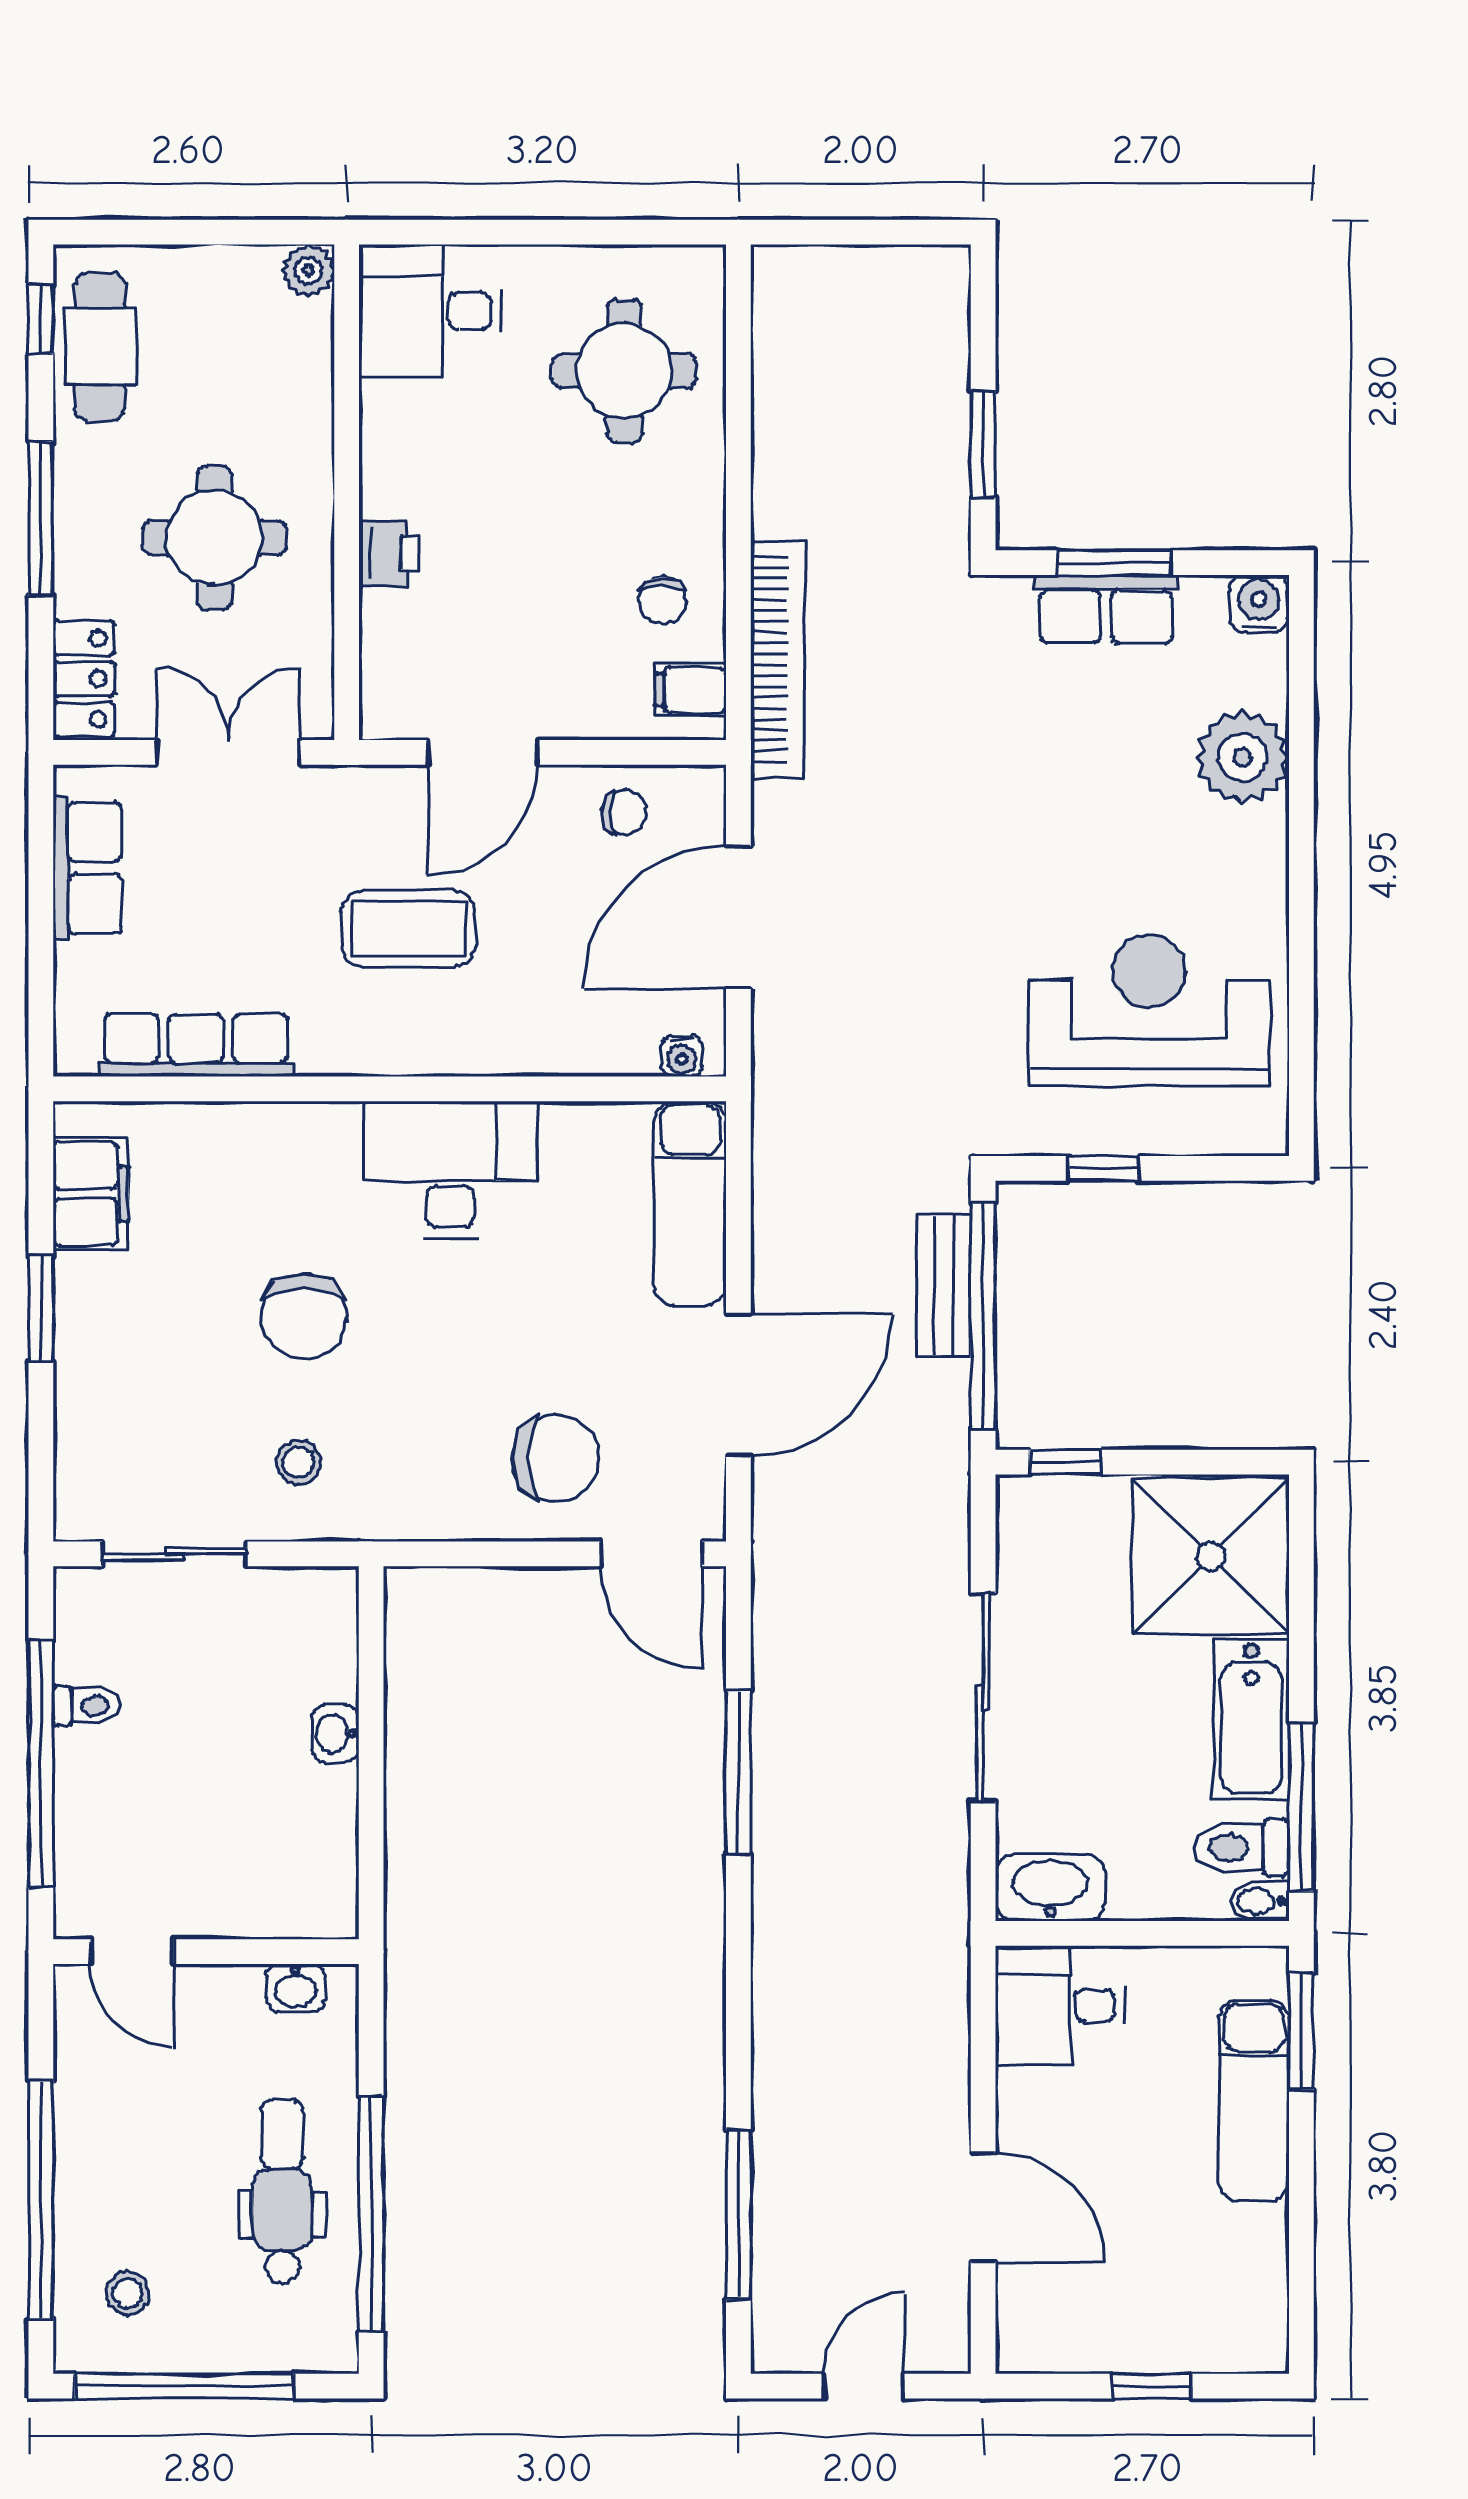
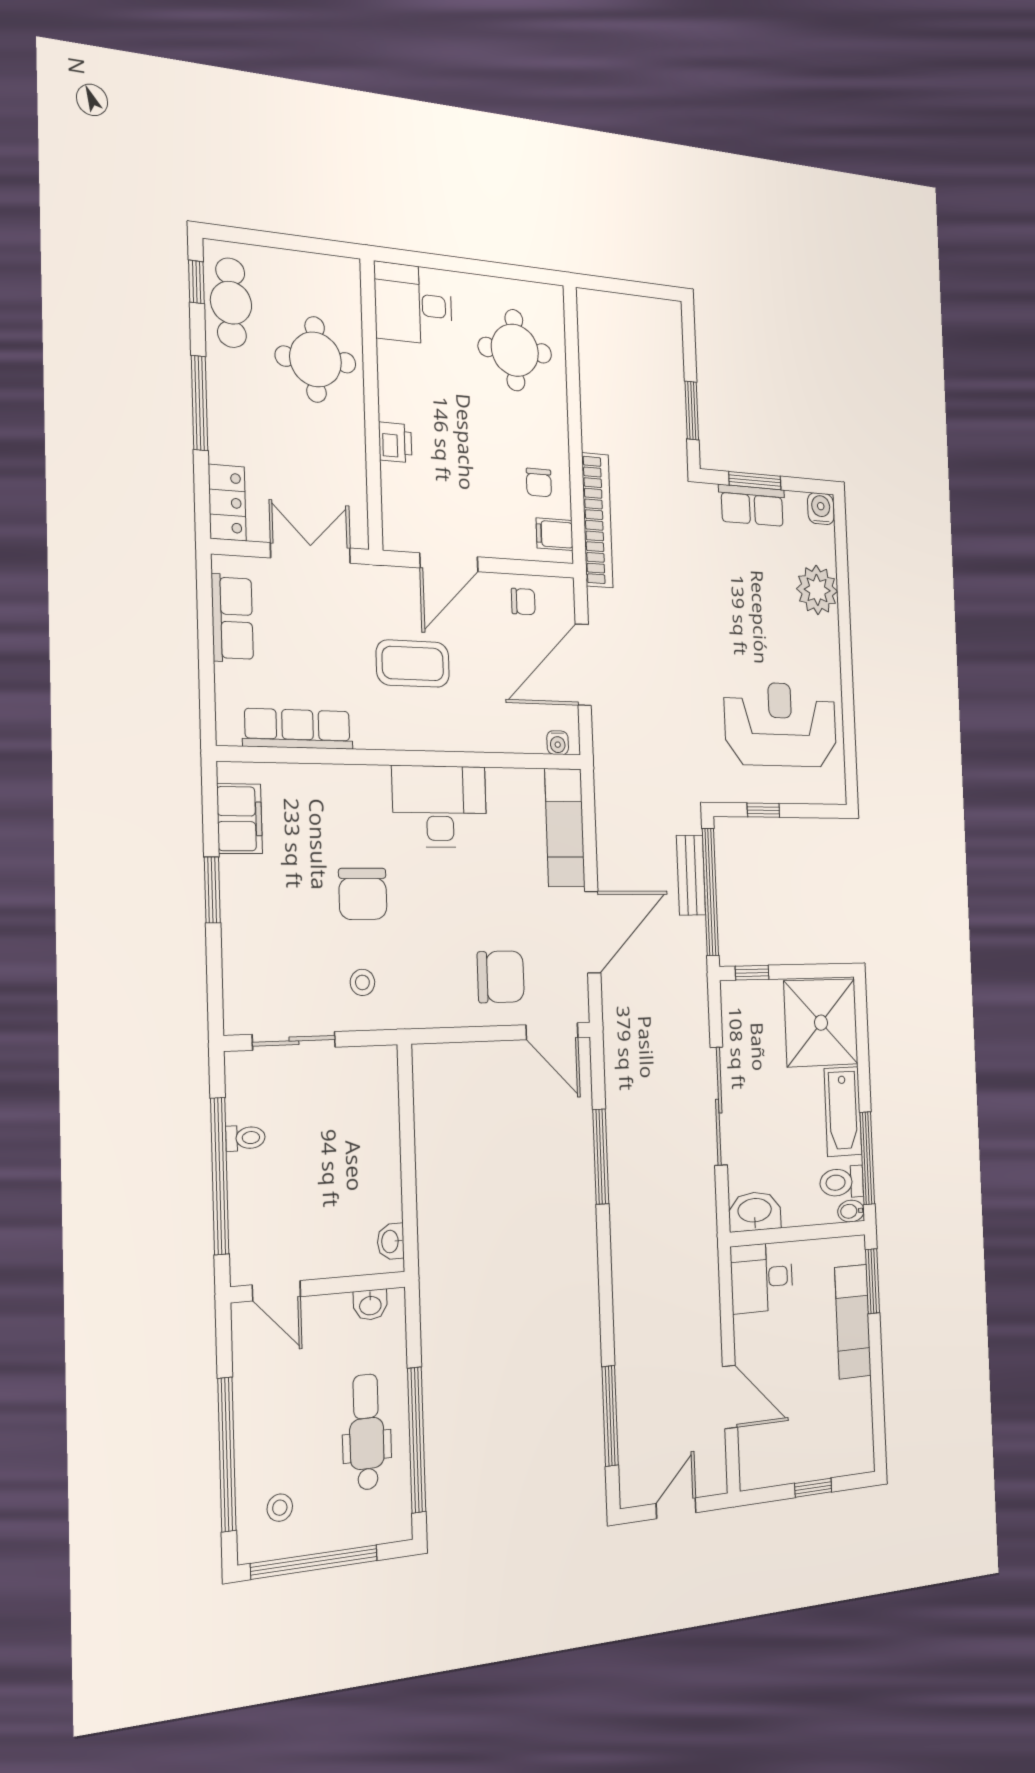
plant: (308, 270) -> (347, 272), removed
round table: (215, 538) -> (316, 359), moved
washbasin: (335, 1734) -> (391, 1242), moved

